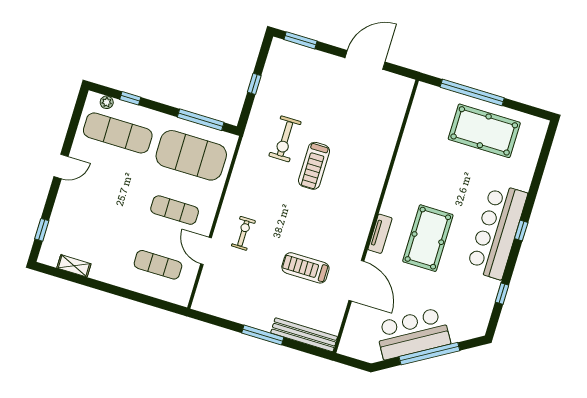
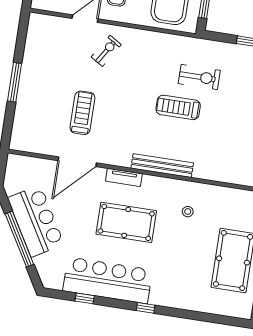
exercise bike: (285, 139) -> (199, 77), turned 180
stool: (426, 171) -> (188, 212), added
bar counter: (497, 231) -> (108, 280), moved
exercise bike: (243, 233) -> (106, 51), turned -58
bench: (304, 335) -> (162, 166), moved, turned 90

